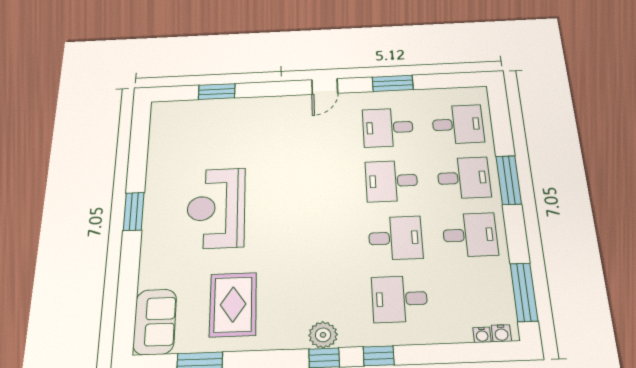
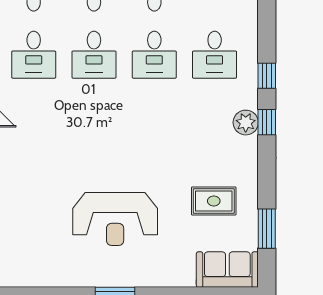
desk: (395, 238) -> (154, 55), turned 180
rug: (233, 304) -> (214, 201), width x0.73, depth x0.70

